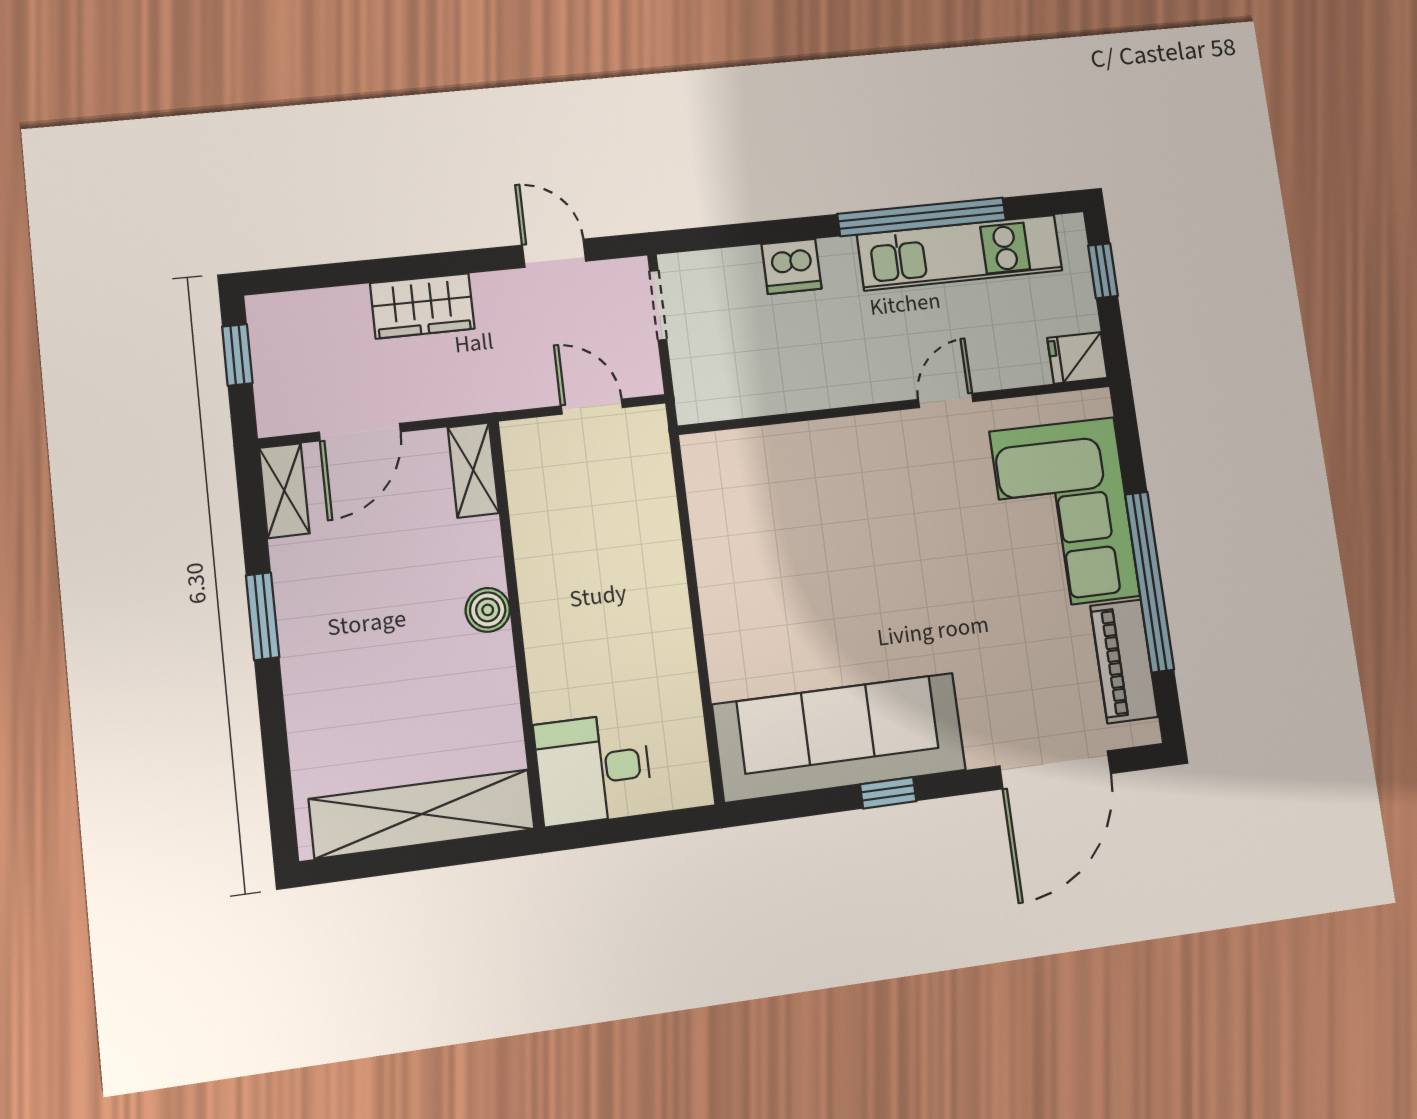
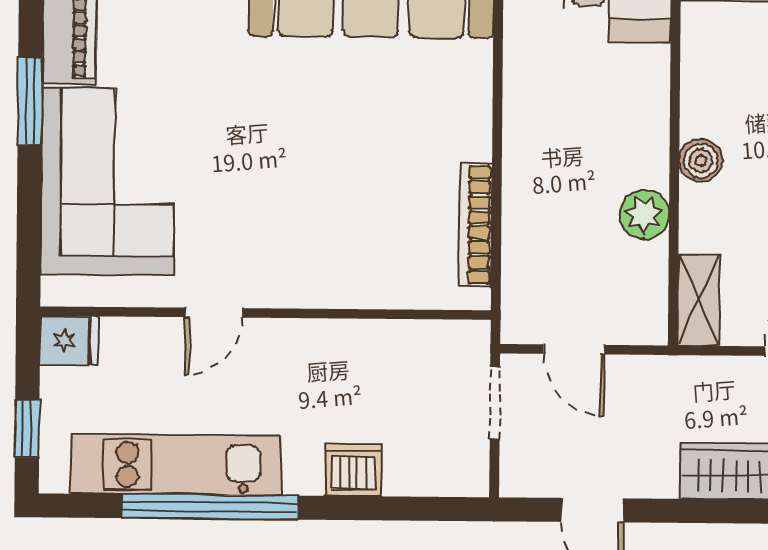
doorway: (658, 305) -> (495, 403), moved
bookcase: (705, 517) -> (476, 225), added
plant: (538, 548) -> (644, 214), added
window: (1150, 582) -> (30, 101), width x0.47

